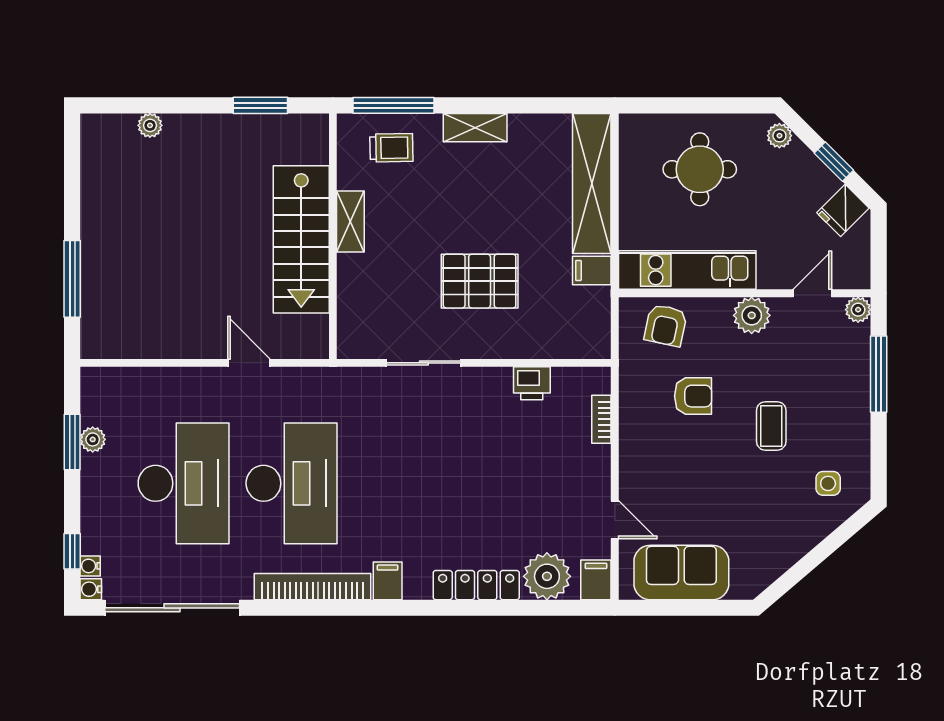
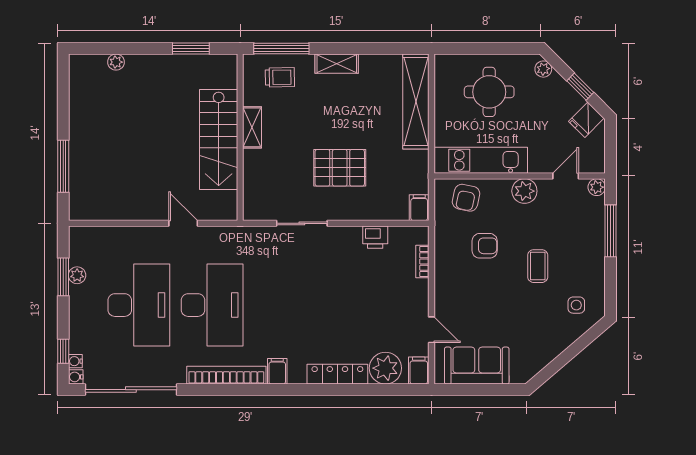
filing cabinet: (592, 270) -> (419, 208), moved, turned 90

